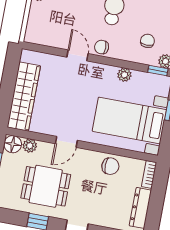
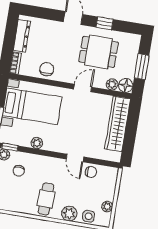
chair: (102, 47) -> (91, 172), moved
chair: (110, 166) -> (47, 69), turned 90

